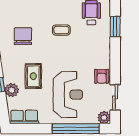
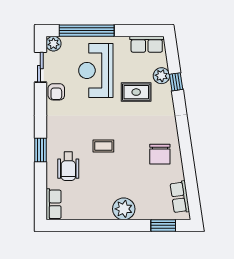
chair: (23, 36) -> (160, 154), moved
rug: (33, 76) -> (136, 92), turned 90
armchair: (102, 76) -> (56, 92), turned 180

